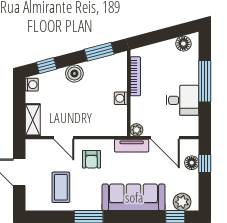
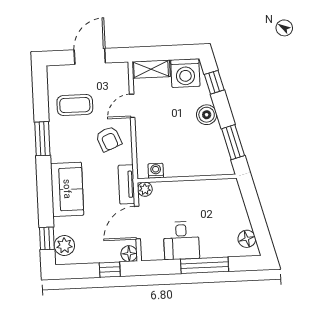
bookcase: (135, 76) -> (207, 185), removed
washing machine: (32, 85) -> (185, 73), width x1.89, depth x1.89
washing machine: (121, 98) -> (156, 171), moved
armchair: (91, 159) -> (109, 139), turned -112
floor lamp: (192, 163) -> (129, 254), moved
sofa: (134, 197) -> (67, 189), width x0.73

